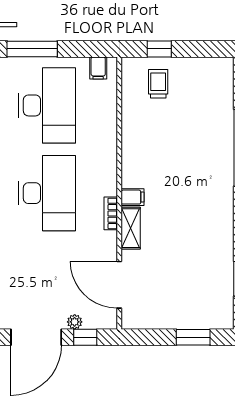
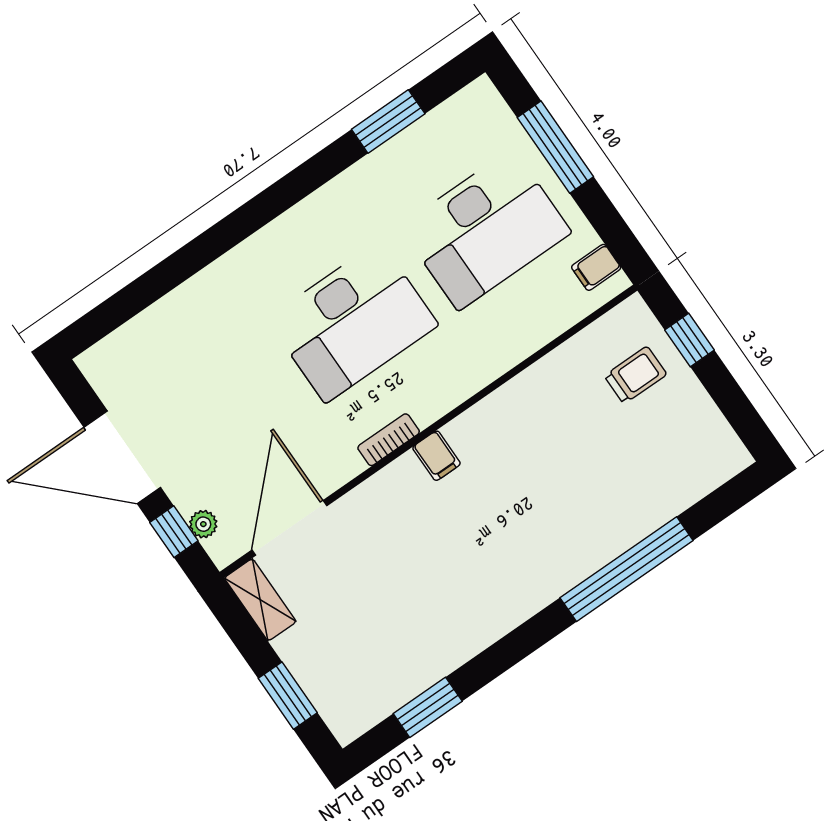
shelving: (131, 228) -> (260, 600), moved, turned 90
plant: (75, 322) -> (203, 524), moved

